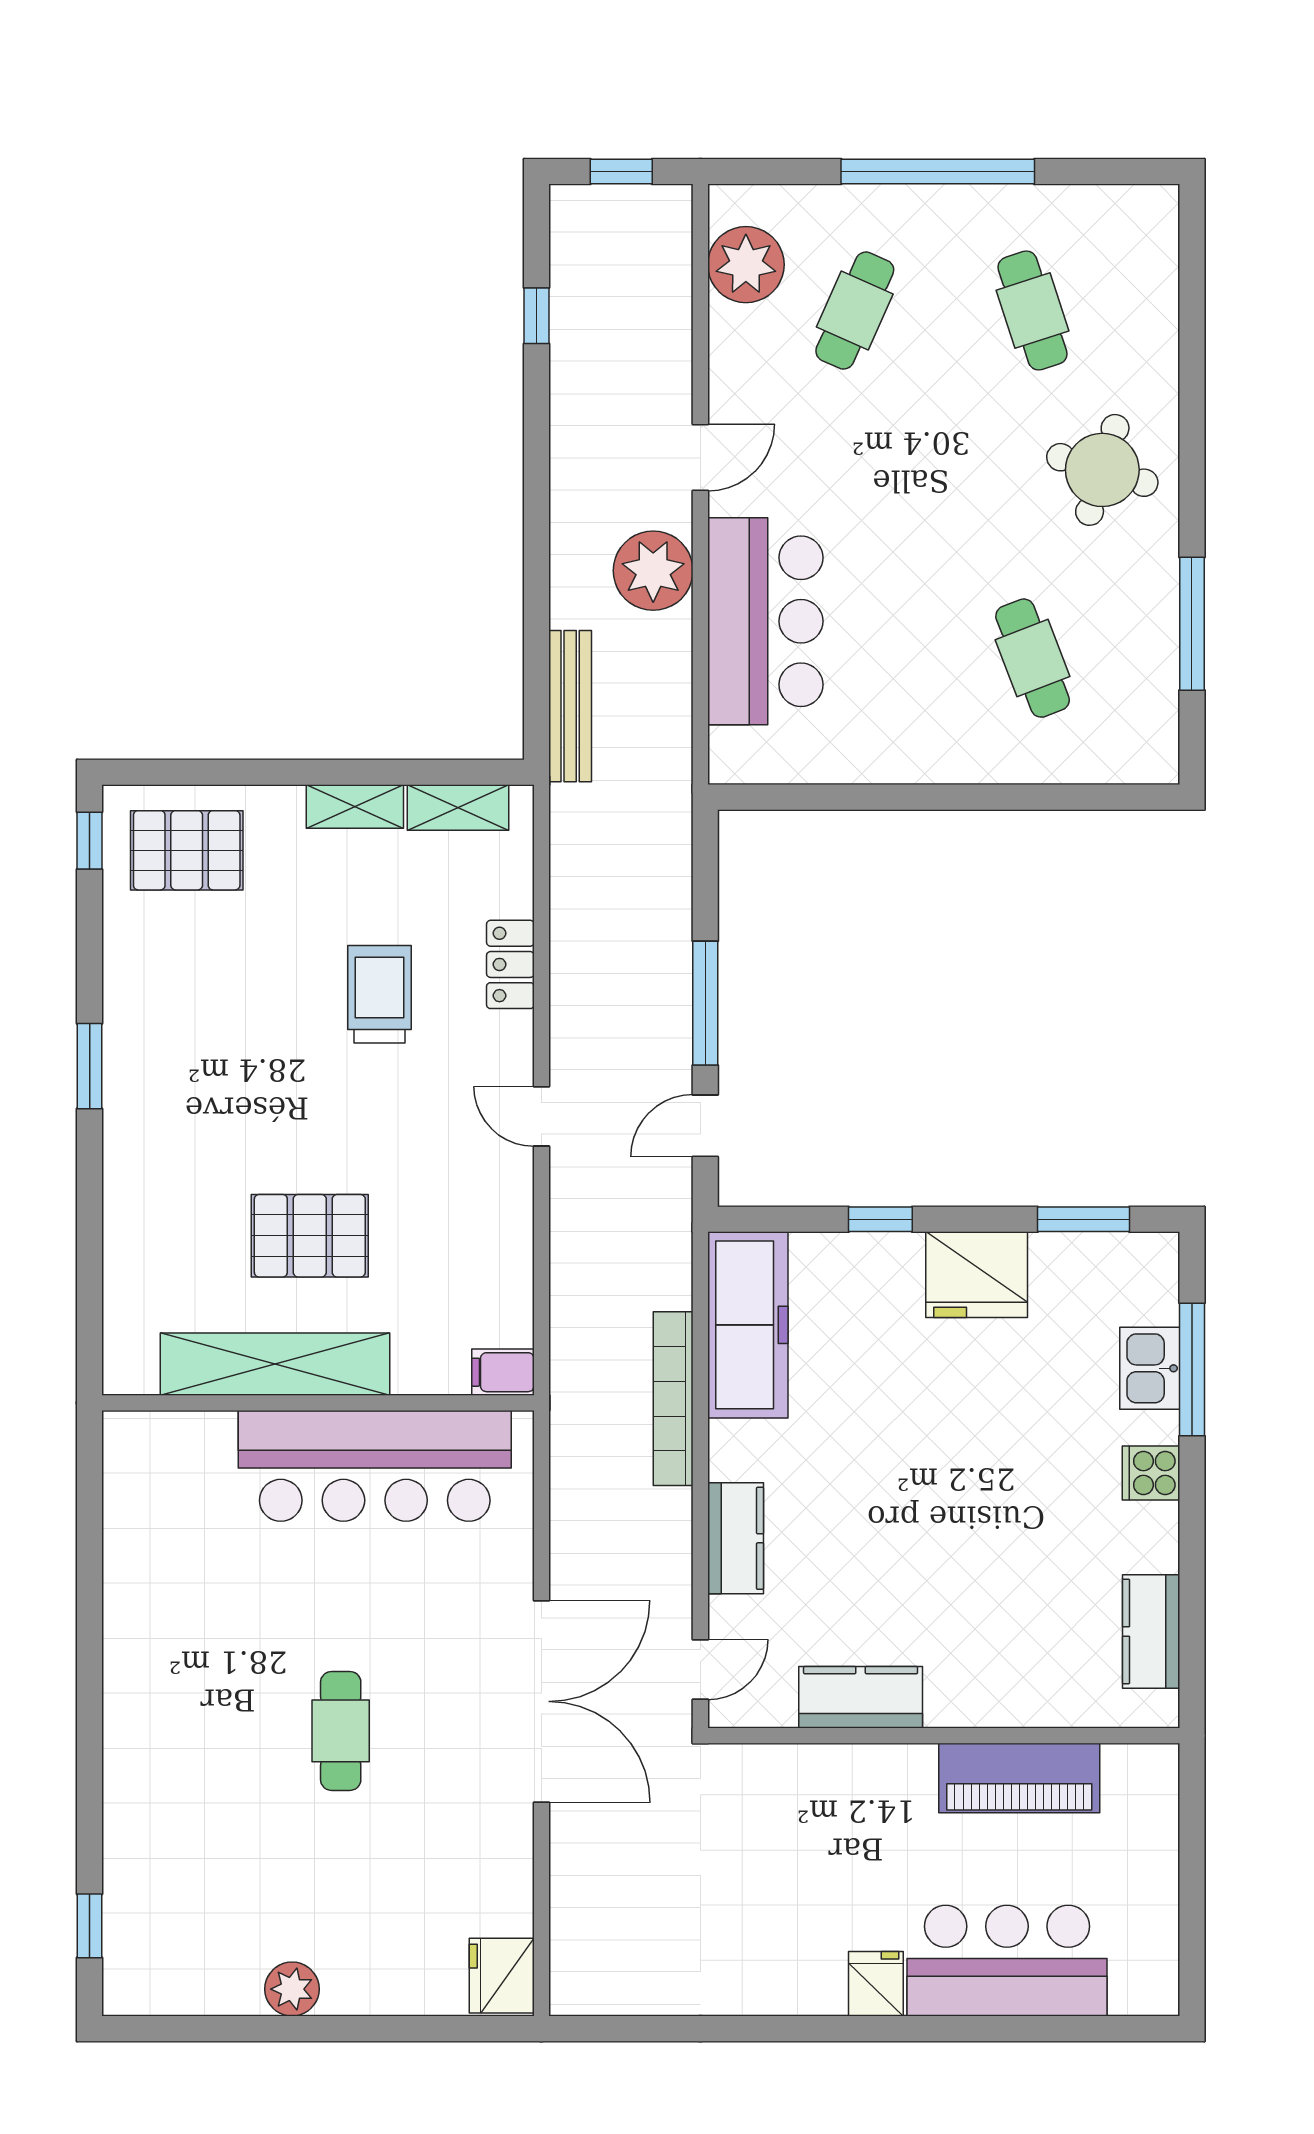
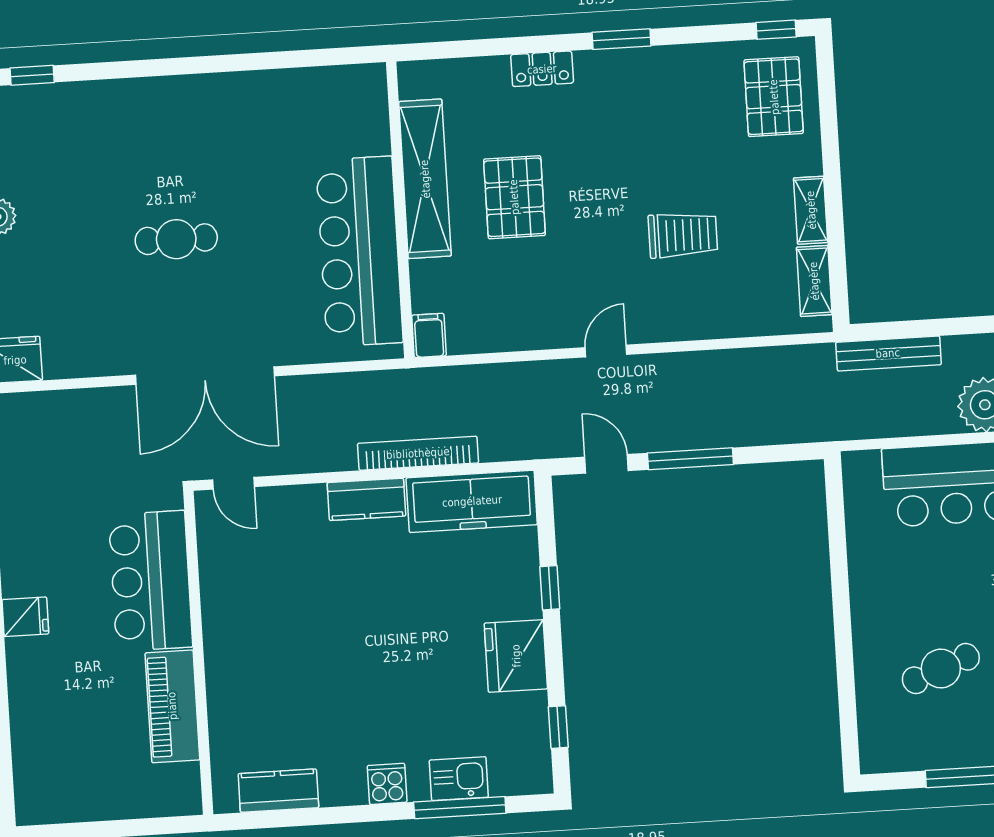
locker: (510, 964) -> (542, 69), moved, turned 180
window: (1084, 1219) -> (558, 727), width x0.67
kitchen counter: (736, 1538) -> (366, 499), moved
kitchen counter: (861, 1697) -> (221, 594), removed
bar counter: (1007, 1961) -> (151, 581), moved, turned 180

